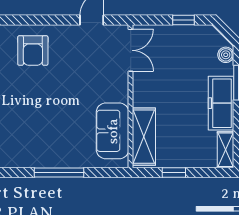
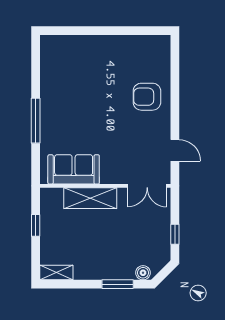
freezer: (221, 103) -> (99, 268), removed
shelving: (144, 137) -> (90, 198), moved

